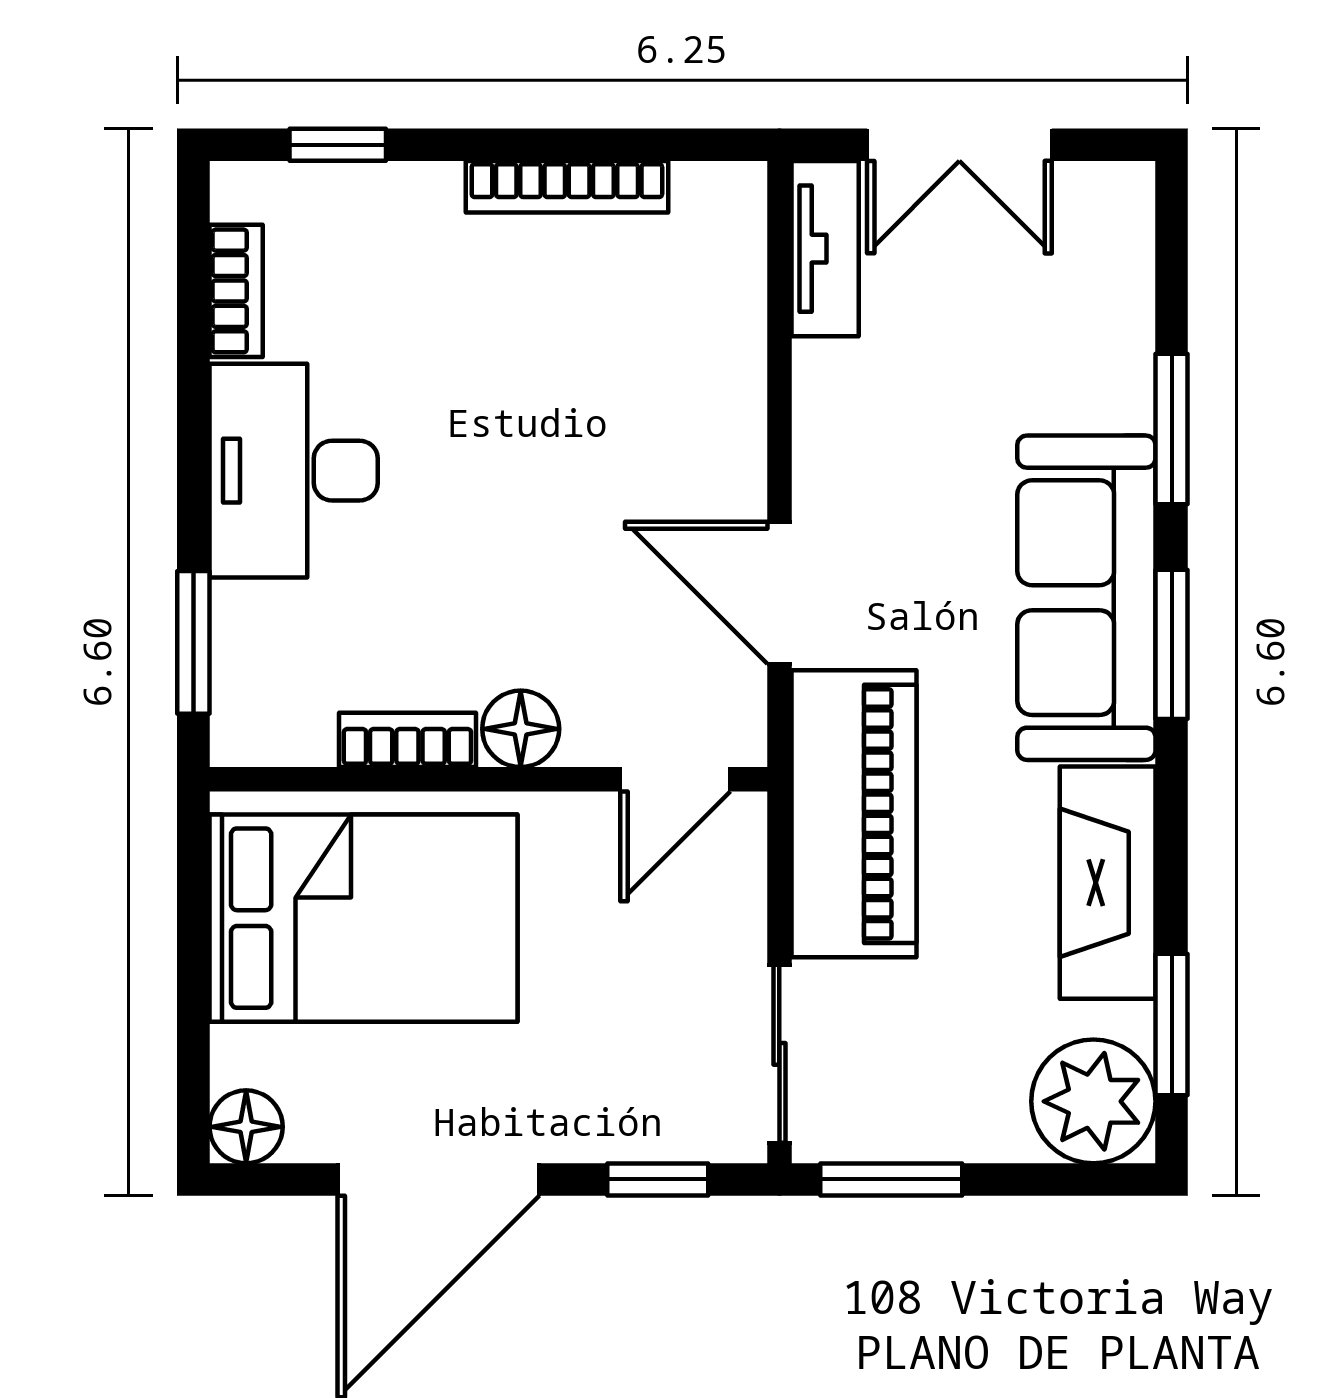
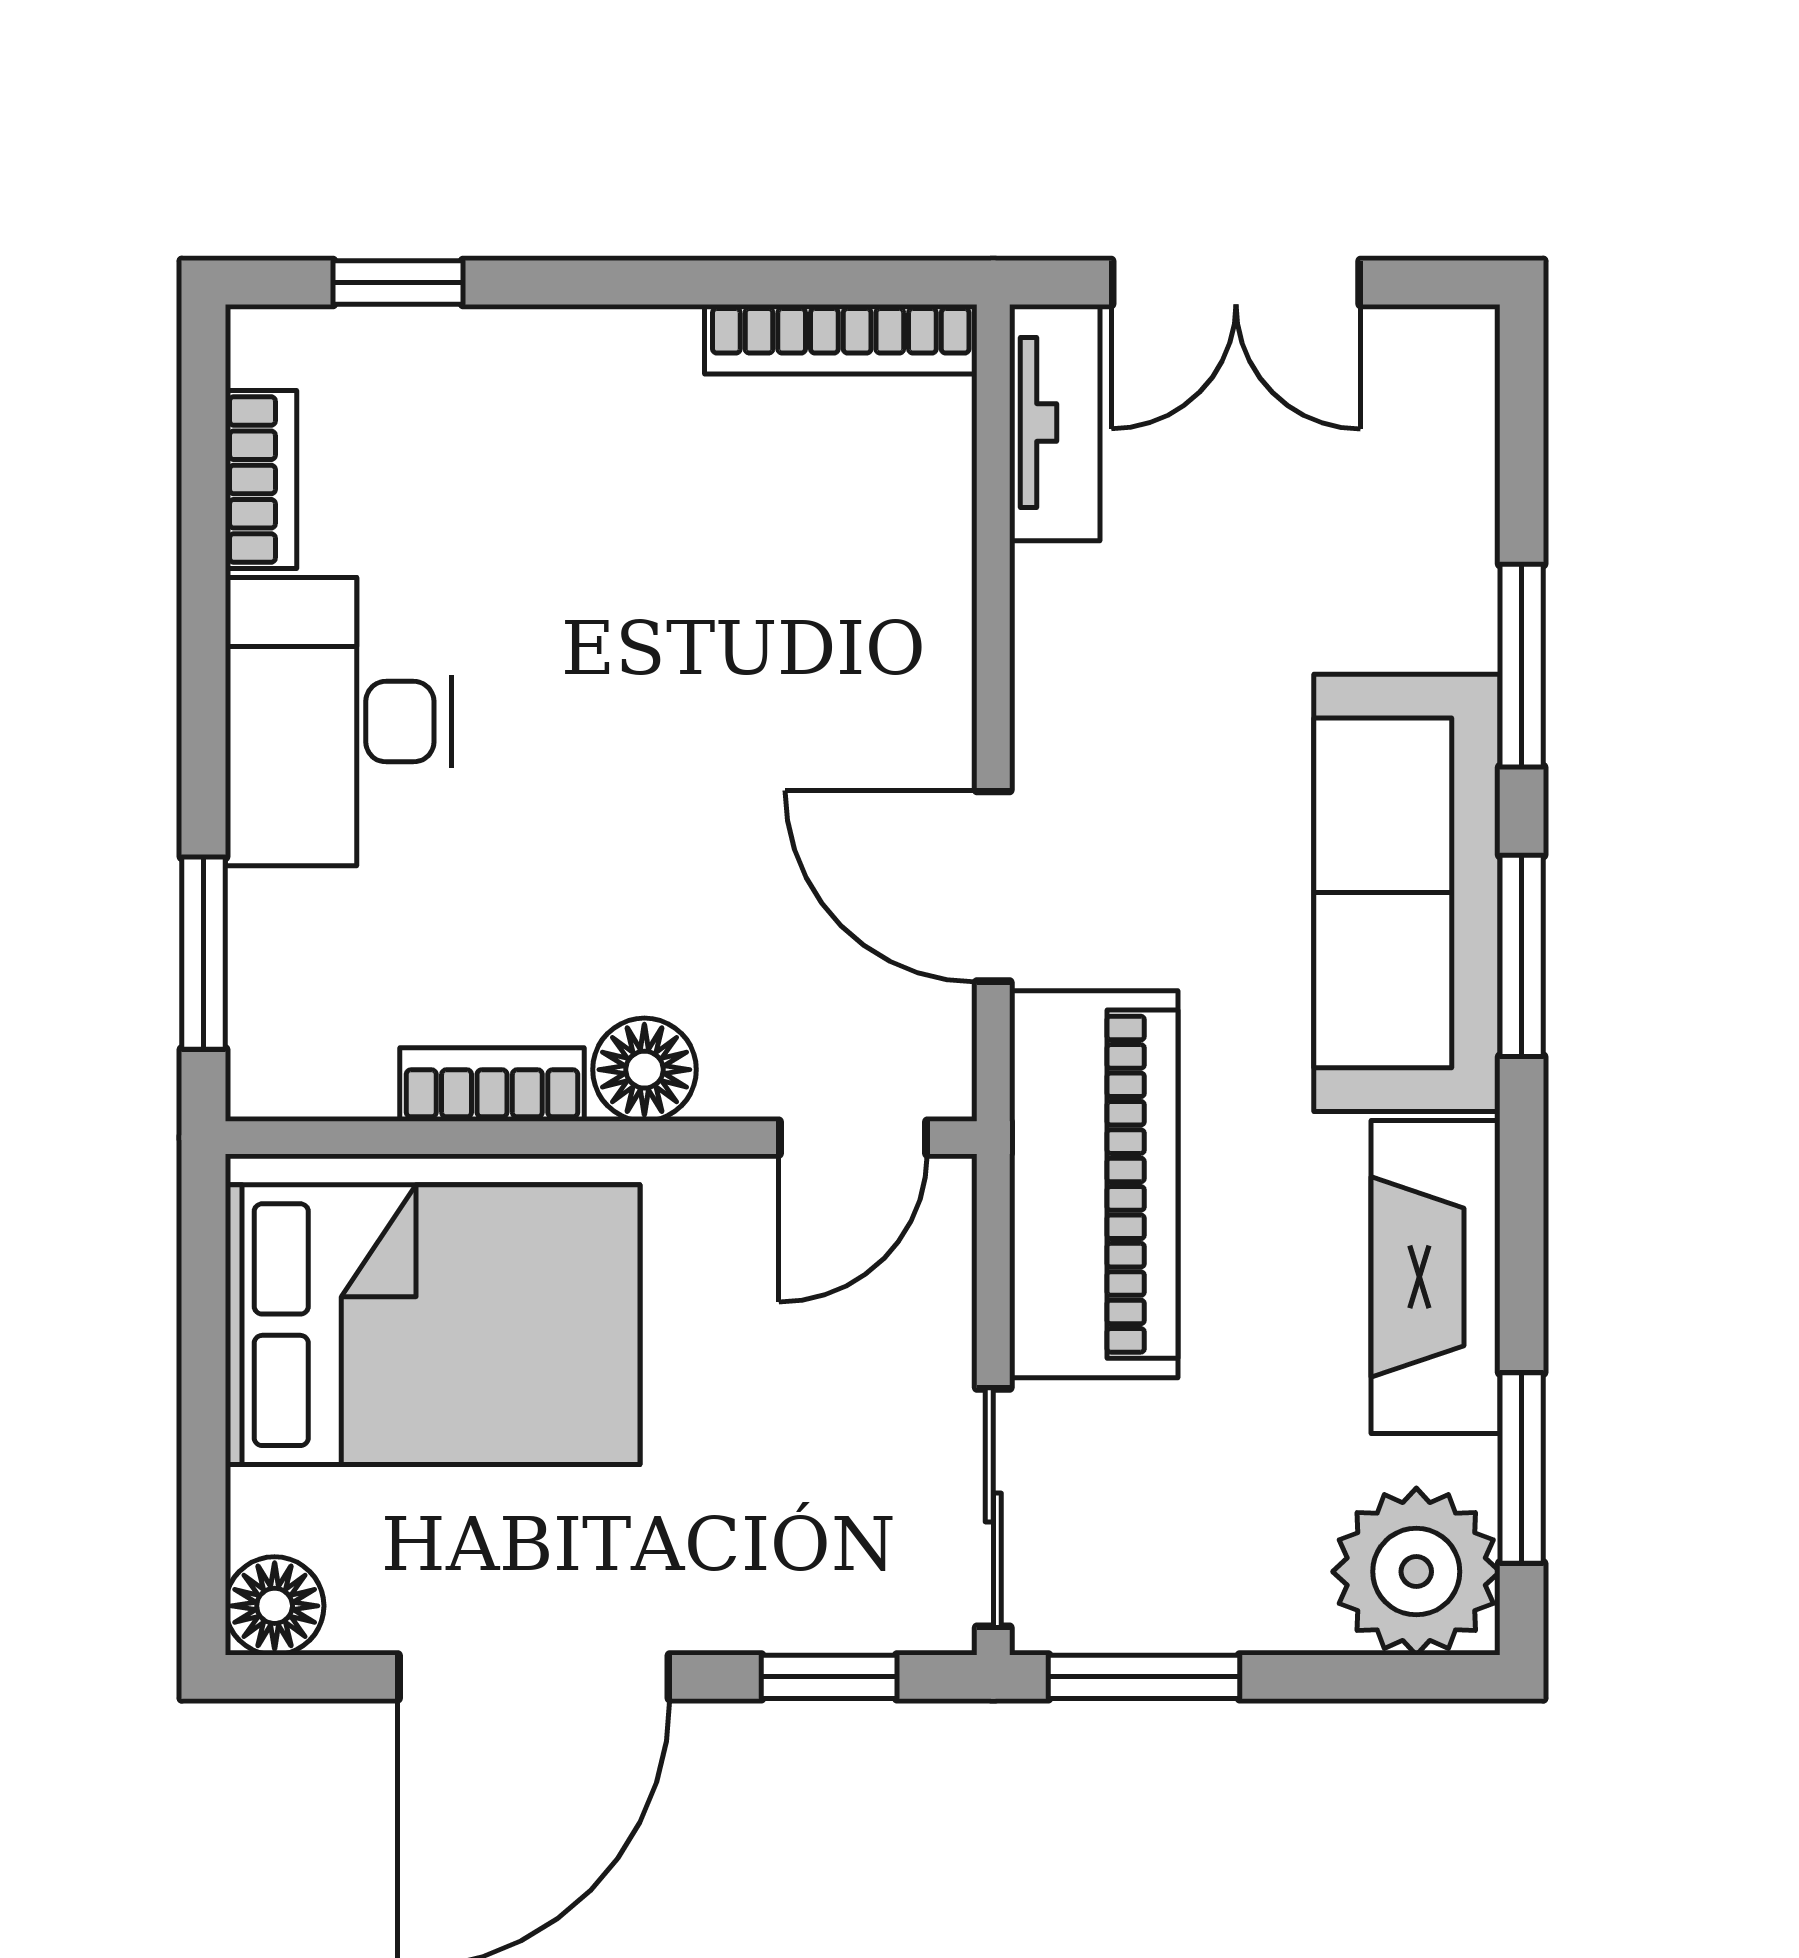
bookcase: (567, 187) -> (841, 339), moved

